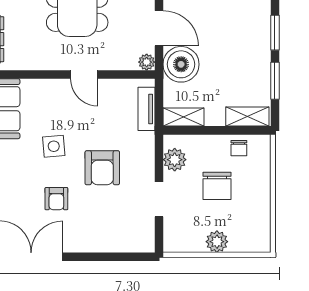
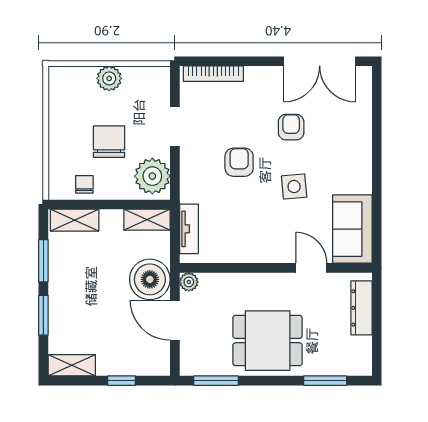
door: (84, 74) -> (311, 268), moved
plant: (175, 160) -> (152, 176), width x1.36, depth x1.36
armchair: (102, 168) -> (239, 162), width x0.72, depth x0.72
bookcase: (125, 246) -> (213, 74), added

